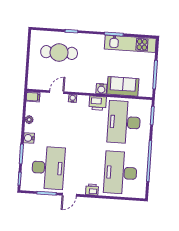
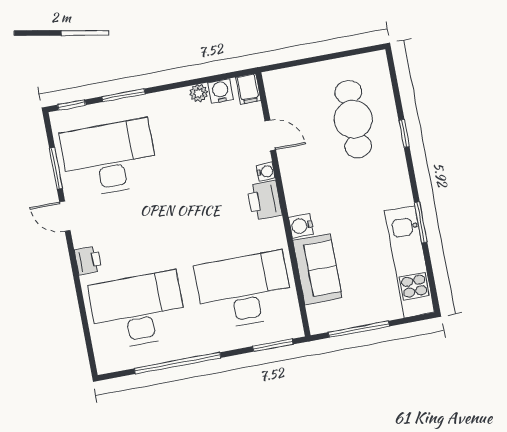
printer: (98, 103) -> (264, 200), moved
water cooler: (29, 138) -> (221, 91), moved
desk: (48, 168) -> (109, 158), turned 180

